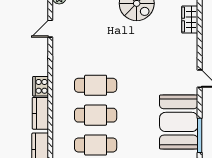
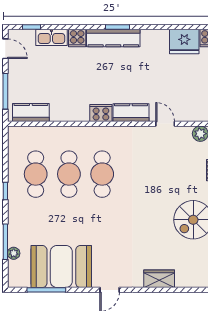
wardrobe: (190, 20) -> (159, 279), moved
kitchen counter: (40, 113) -> (131, 113), moved

